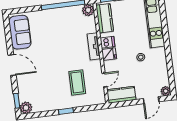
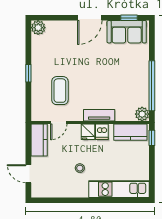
door: (104, 80) -> (59, 122), hinge flipped
coffee table: (77, 82) -> (60, 91), turned 90
plant: (166, 91) -> (37, 192), removed
window: (17, 101) -> (129, 18), moved

